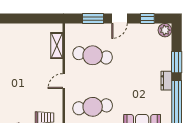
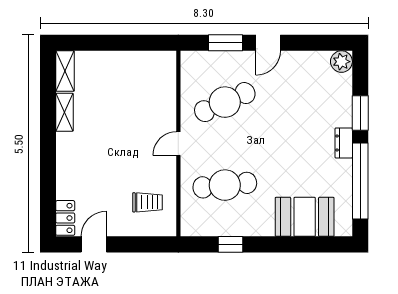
window: (147, 18) -> (313, 43), removed
shelving: (57, 46) -> (167, 86), removed
cafe table: (93, 55) -> (225, 102), turned -33

